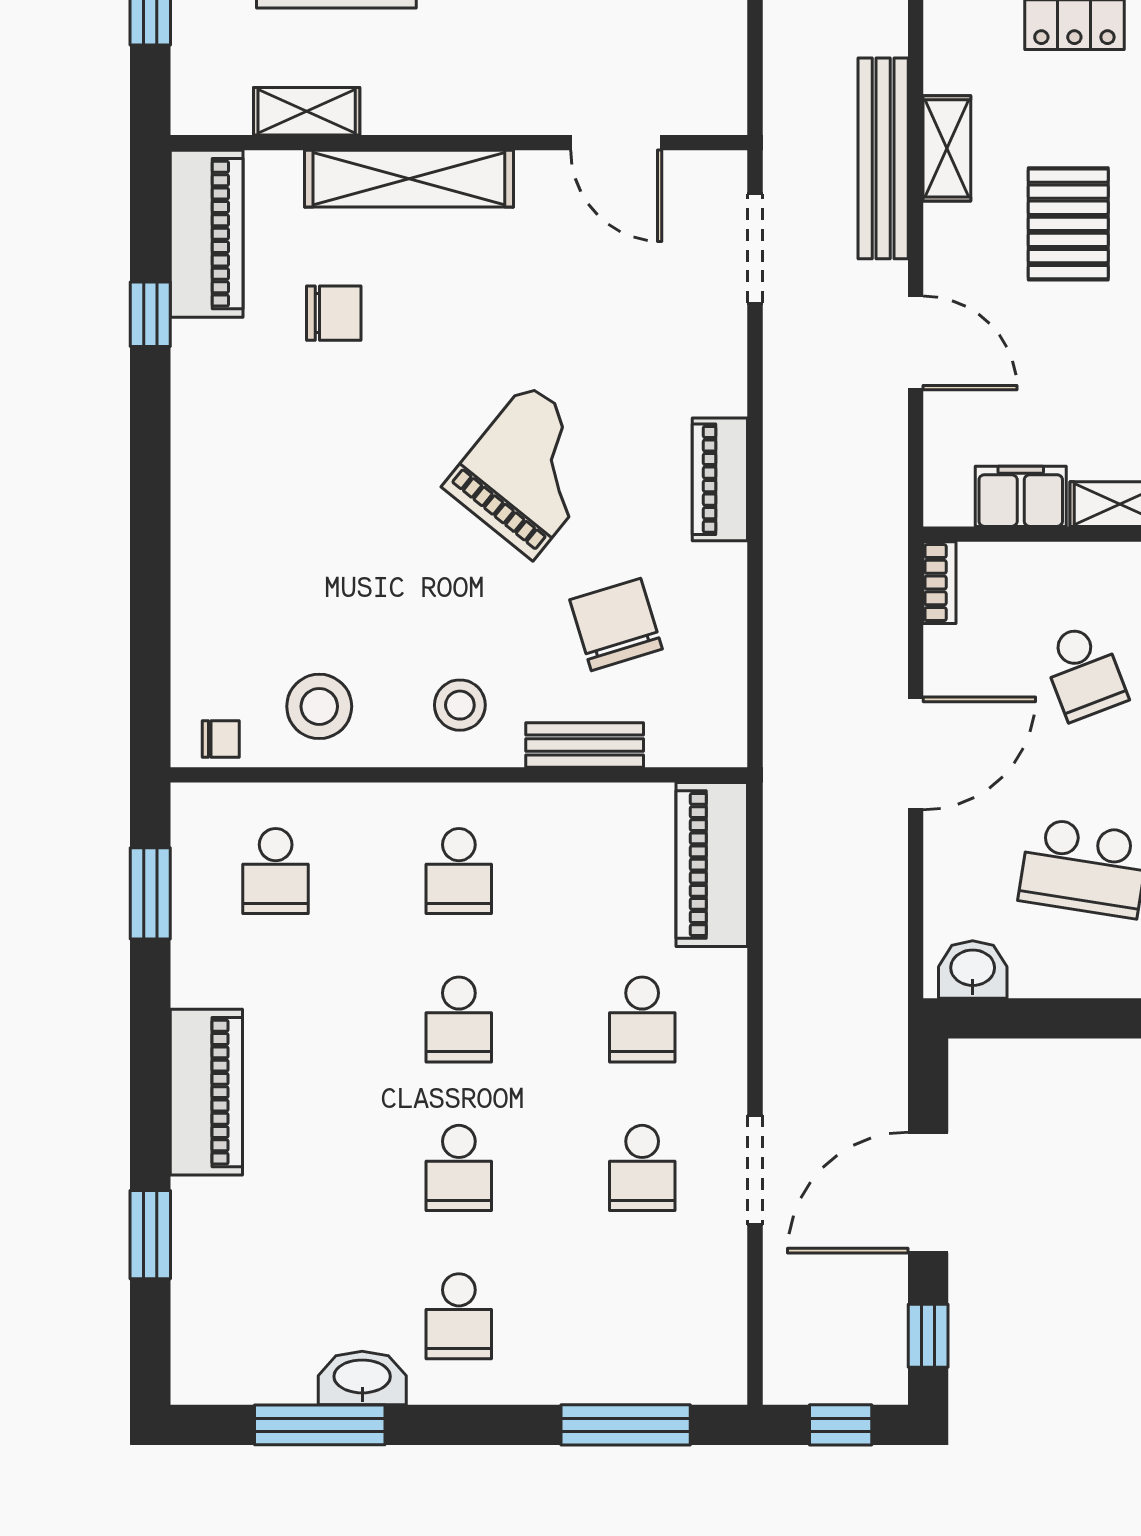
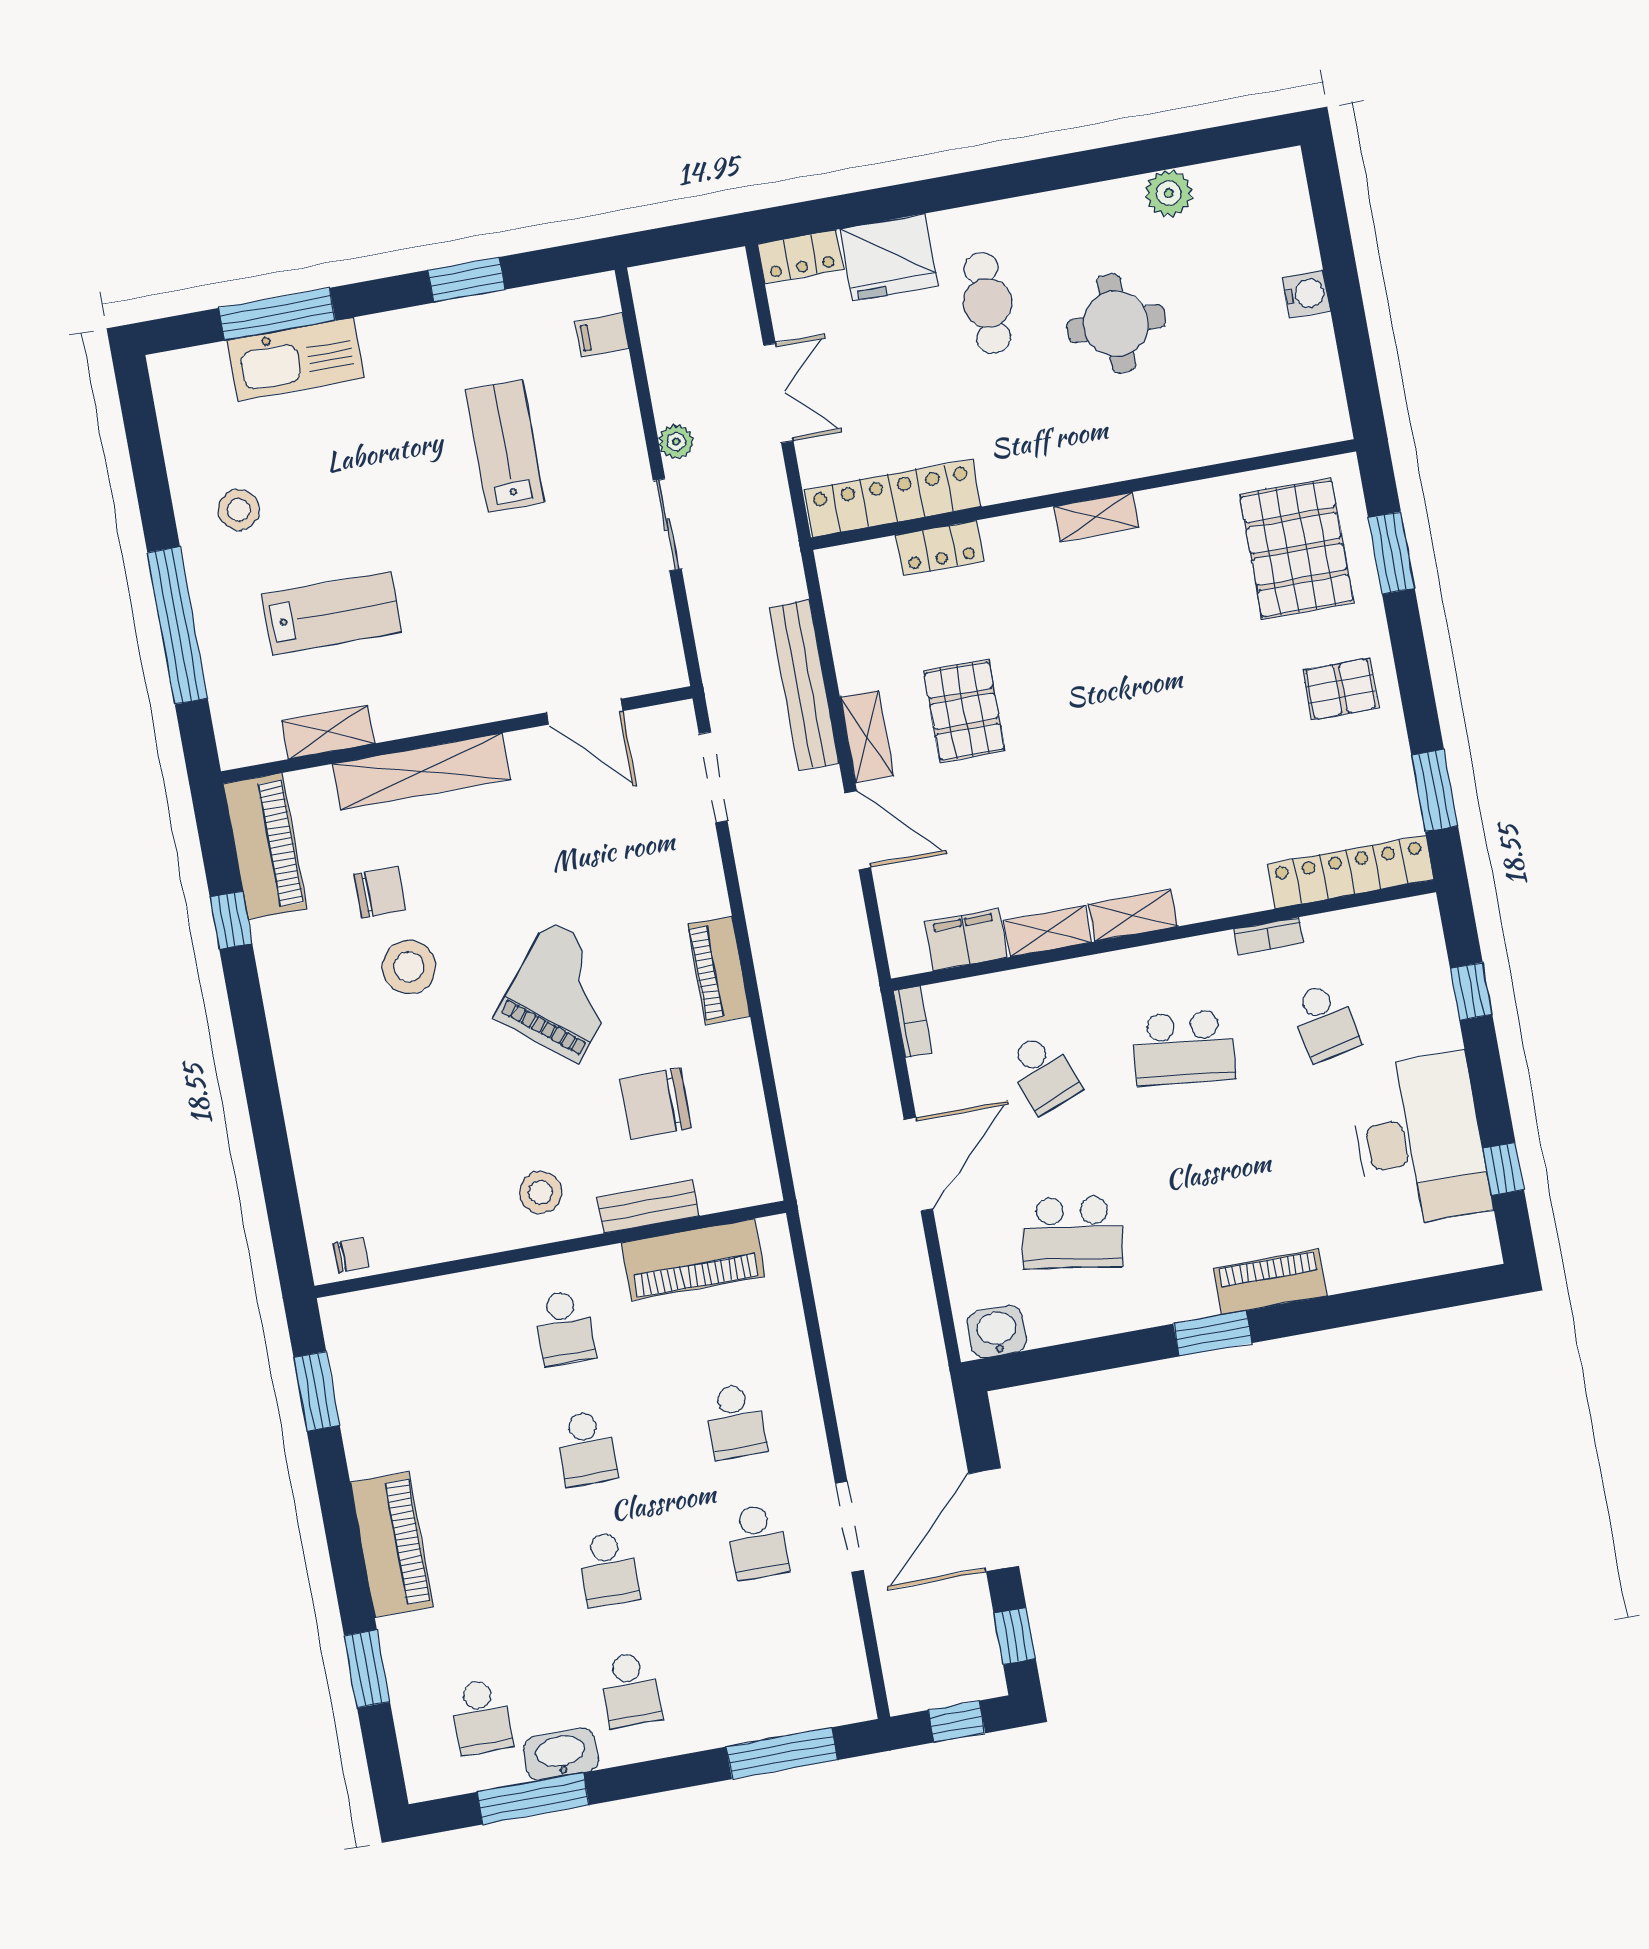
shelving: (947, 148) -> (867, 736), moved
chair: (616, 624) -> (656, 1104), turned -73
stool: (319, 706) -> (409, 967), moved
piano: (712, 865) -> (693, 1260), moved, turned -90
school desk: (276, 871) -> (481, 1717), moved

